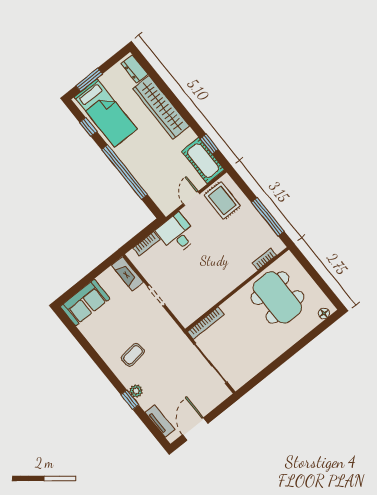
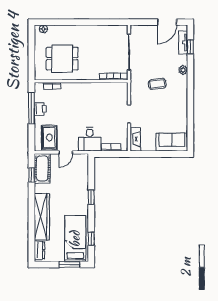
window: (125, 172) -> (91, 197), width x0.32
printer: (257, 224) -> (40, 109), added
dining table: (277, 298) -> (62, 59), width x0.73
coffee table: (133, 355) -> (157, 84), moved
window: (130, 400) -> (190, 47), moved

